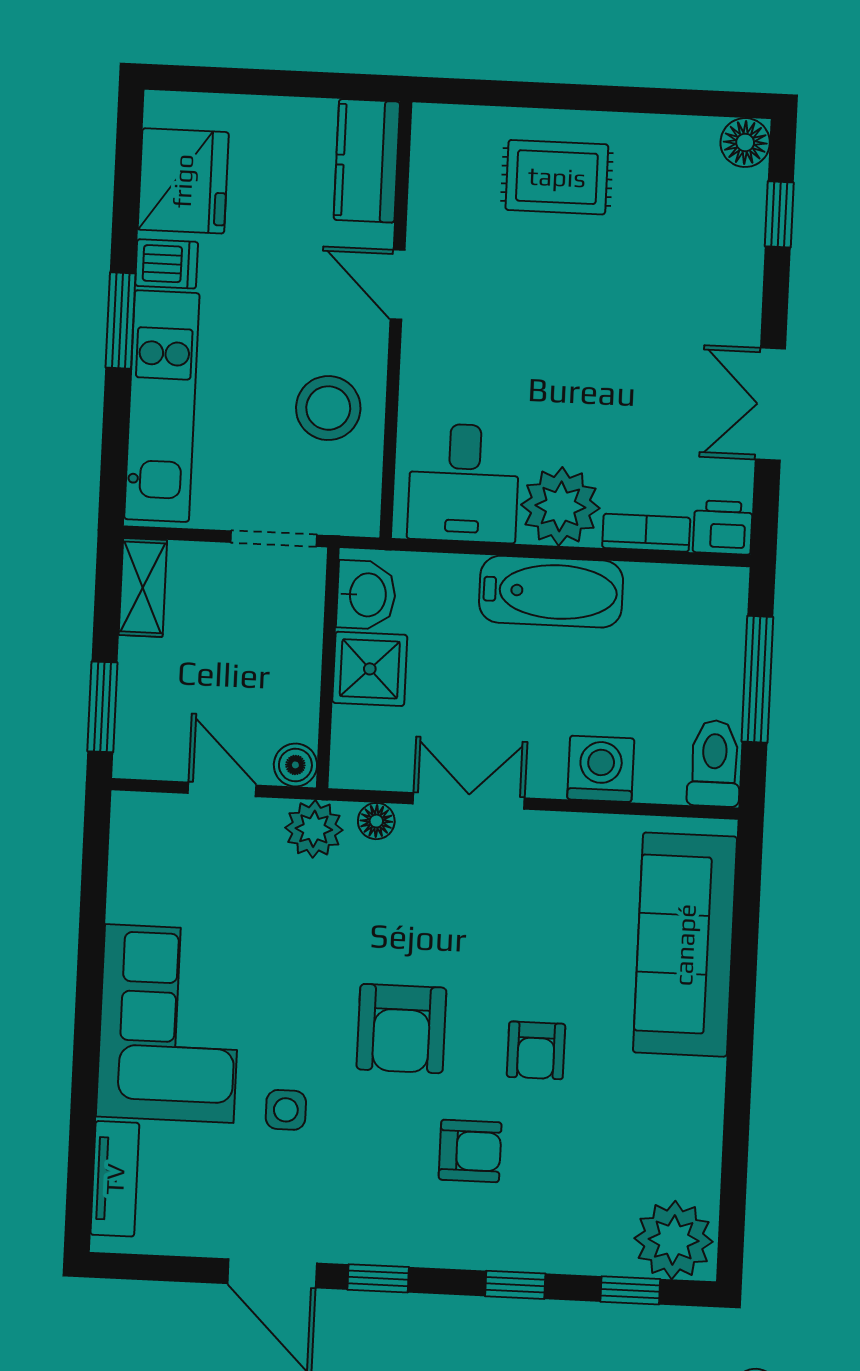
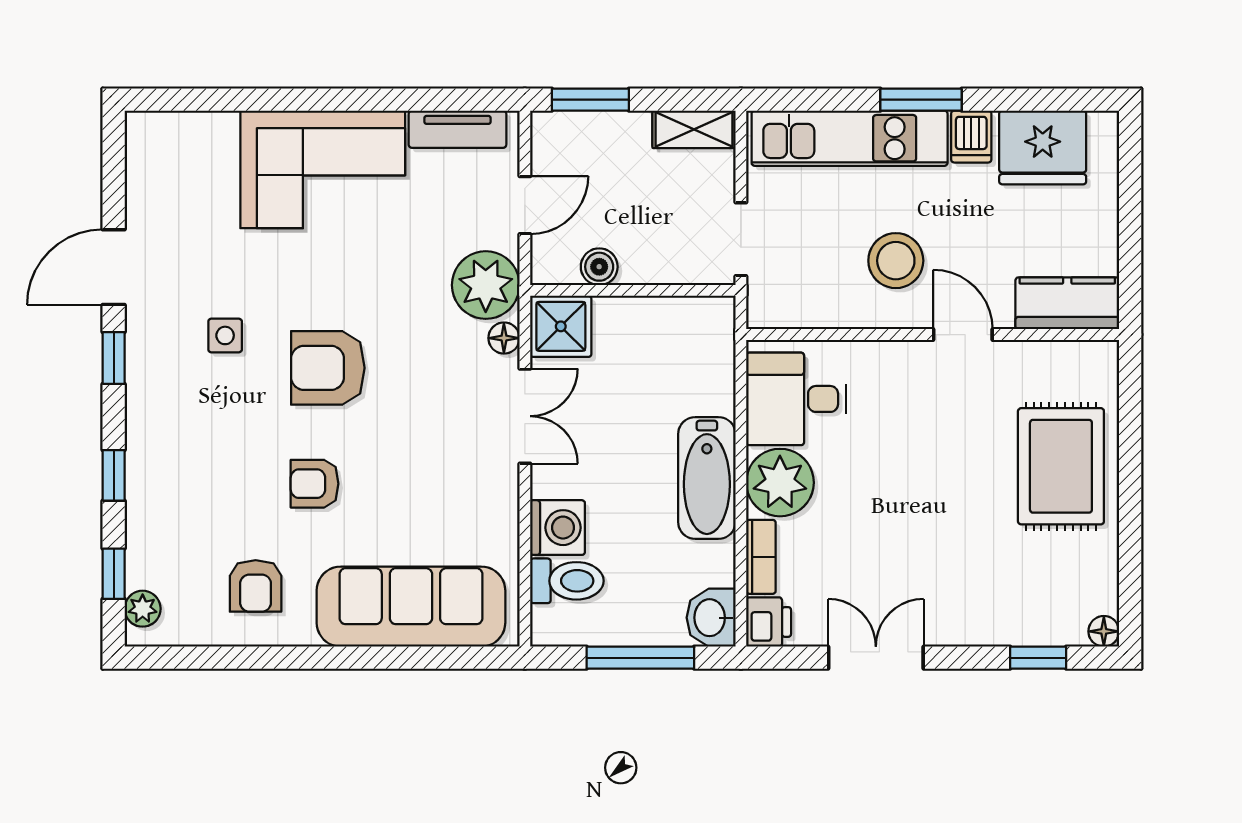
floor lamp: (745, 143) -> (1104, 631), width x0.73, depth x0.73
rug: (557, 177) -> (1061, 466), width x1.36, depth x1.43
door: (397, 285) -> (963, 335), hinge flipped
stool: (328, 408) -> (896, 261), moved
washbasin: (366, 595) -> (711, 618), moved, turned 90
shower: (370, 669) -> (561, 326), moved
toilet: (714, 763) -> (567, 581), moved
boiler: (295, 765) -> (599, 267), moved
plant: (314, 829) -> (486, 285), width x1.36, depth x1.36
side table: (286, 1110) -> (225, 335), moved
armchair: (470, 1151) -> (256, 586), moved
tv unit: (115, 1179) -> (457, 129), moved
plant: (674, 1240) -> (143, 609), width x0.53, depth x0.53

